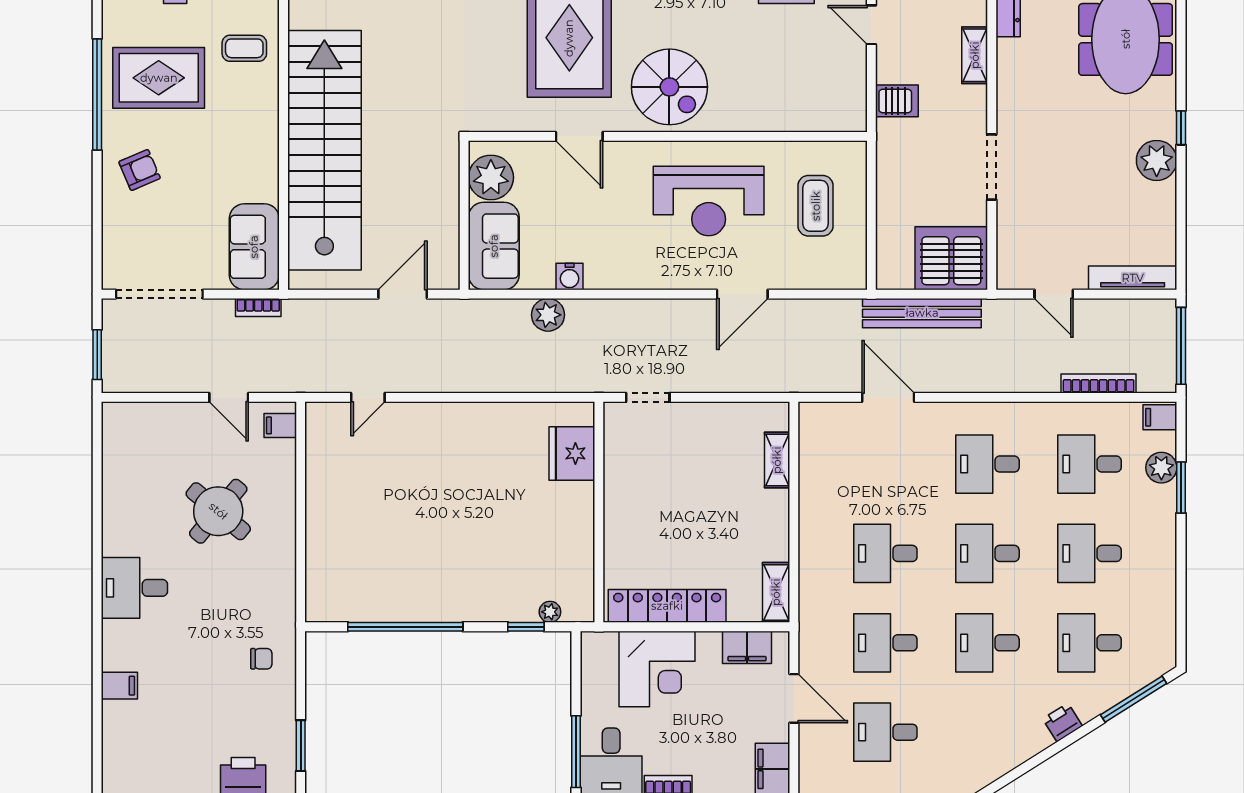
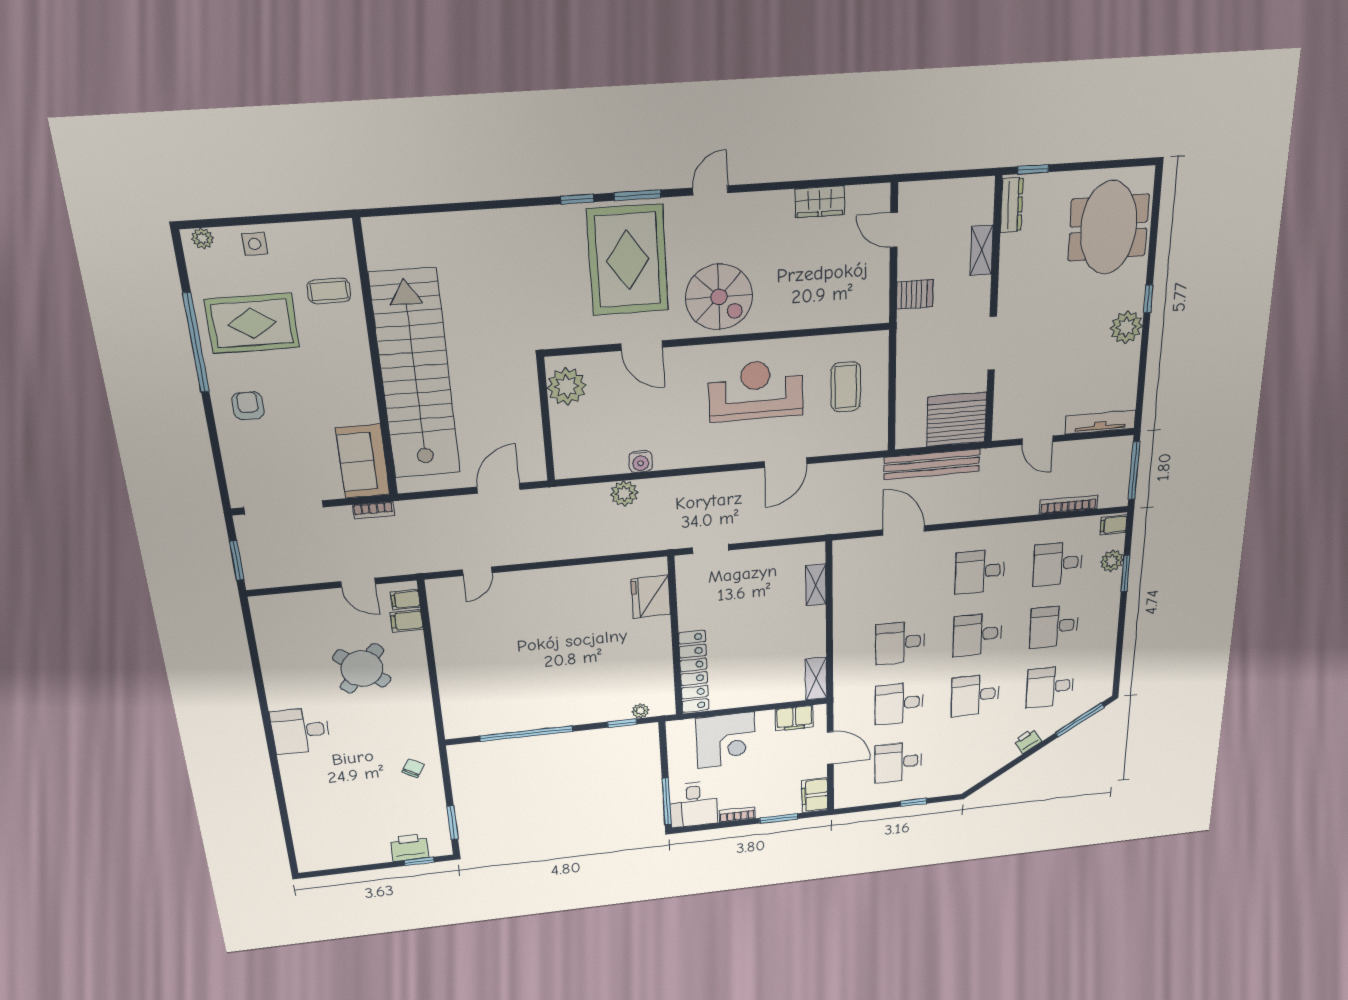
armchair: (140, 170) -> (248, 406), turned -67
reception desk: (709, 201) -> (756, 390), turned 180
sofa: (494, 246) -> (574, 443), removed
locker: (667, 606) -> (694, 672), moved, turned 90
chair: (261, 659) -> (413, 768), turned -59
filing cabinet: (119, 686) -> (407, 621), moved, turned 180

